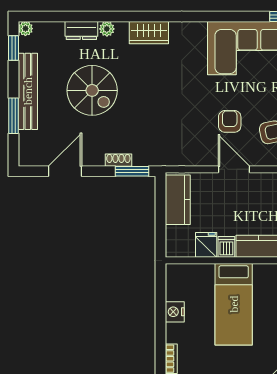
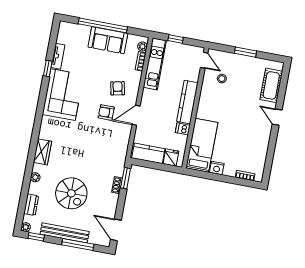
dresser: (81, 31) -> (31, 205), moved
spiral stairs: (92, 90) -> (71, 193), turned 90
window: (13, 116) -> (78, 245), width x1.44
door: (65, 171) -> (116, 230), moved
fridge: (206, 245) -> (171, 157), moved, turned 90
bed: (234, 304) -> (202, 145), moved, turned -90

